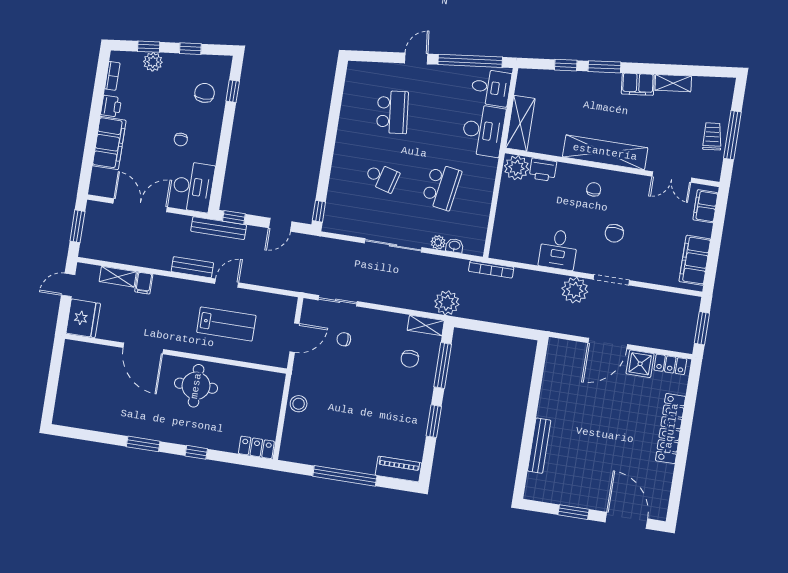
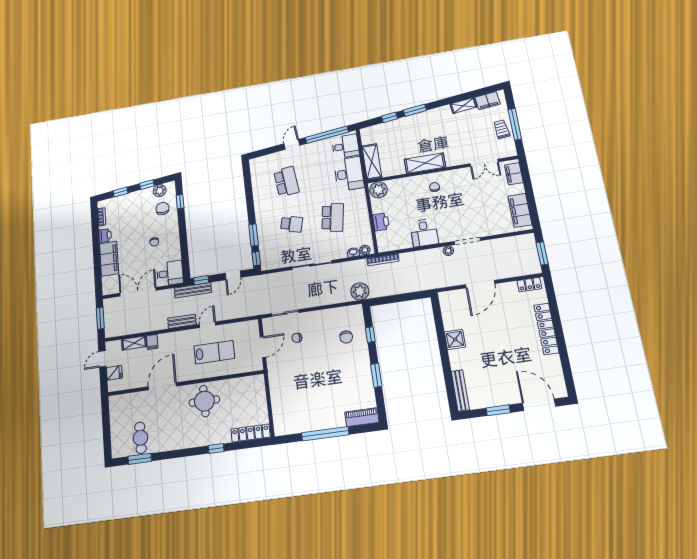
plant: (153, 62) -> (160, 191), moved
filing cabinet: (638, 84) -> (488, 101), moved
shelving: (605, 152) -> (425, 163), width x0.68
printer: (543, 170) -> (381, 222), moved, turned -90
window: (324, 176) -> (254, 235), added
desk: (193, 187) -> (170, 273), width x0.73
chair: (614, 233) -> (458, 210), removed
plant: (438, 242) -> (365, 250), moved
plant: (575, 290) -> (448, 251), width x0.53, depth x0.53
fridge: (83, 318) -> (114, 373), width x0.53, depth x0.75
shelving: (426, 325) -> (350, 311), removed
door: (143, 348) -> (162, 386), swing flipped
shower: (640, 364) -> (455, 339), moved
window: (443, 365) -> (370, 335), width x0.46
stool: (299, 404) -> (278, 392), removed
cafe table: (97, 408) -> (140, 438), added
window: (143, 444) -> (140, 459), moved
bench: (539, 446) -> (460, 390), moved
locker: (256, 447) -> (251, 433), width x1.53

